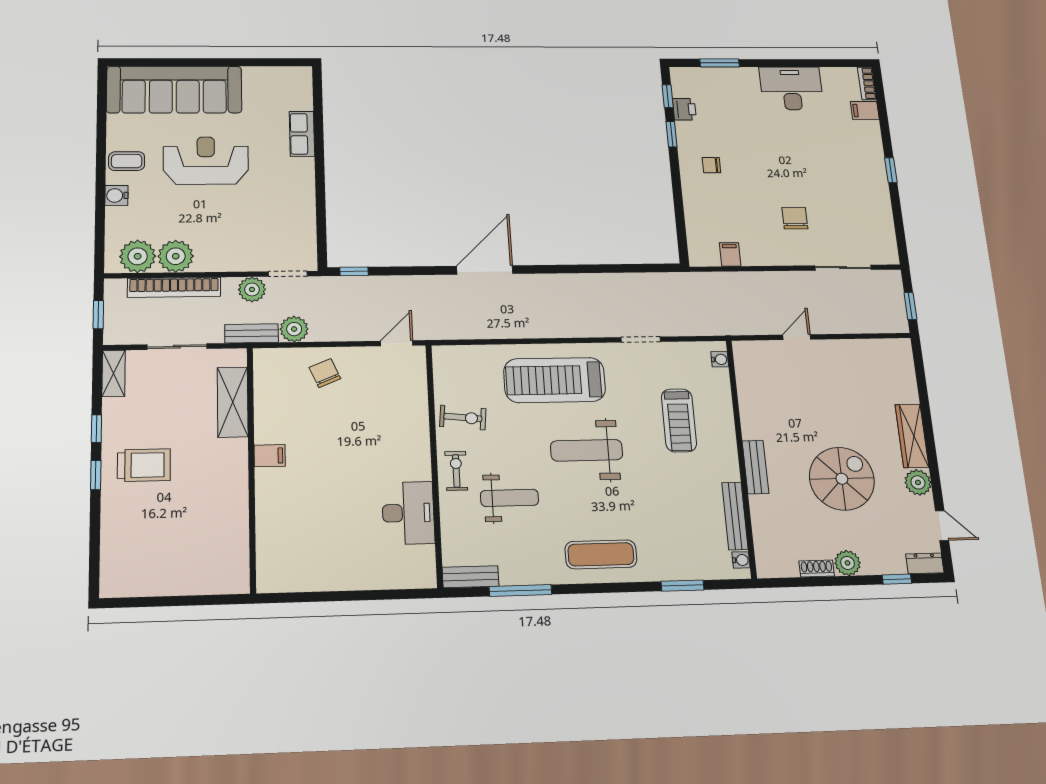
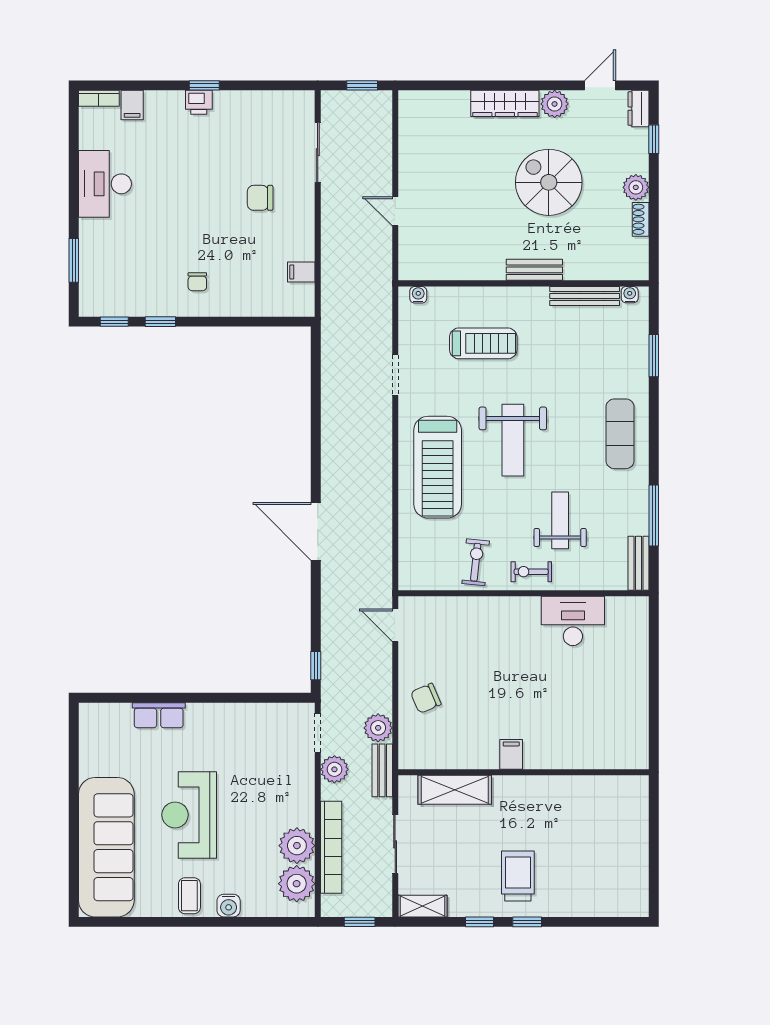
printer: (684, 109) -> (199, 102), moved, turned 180

